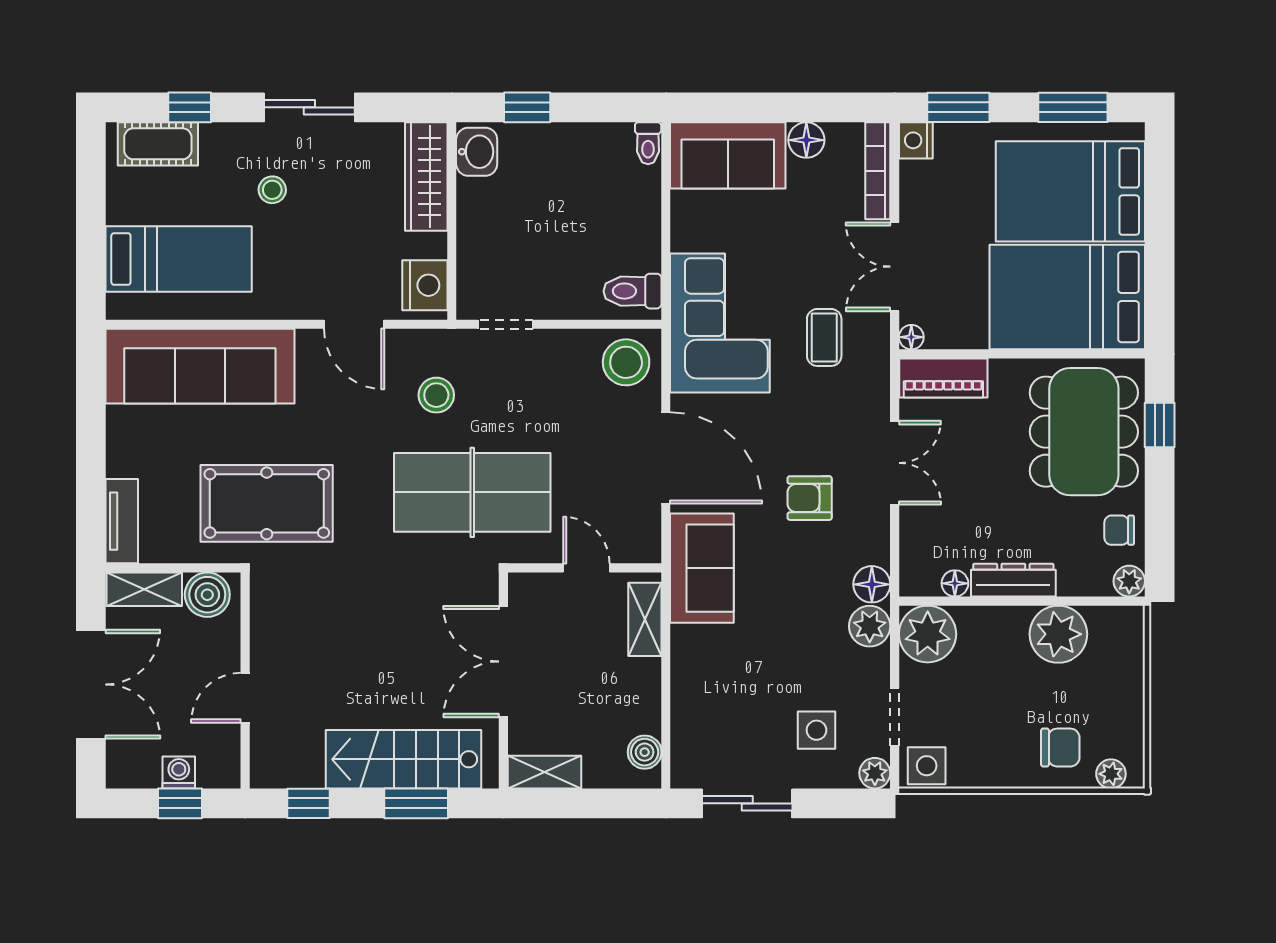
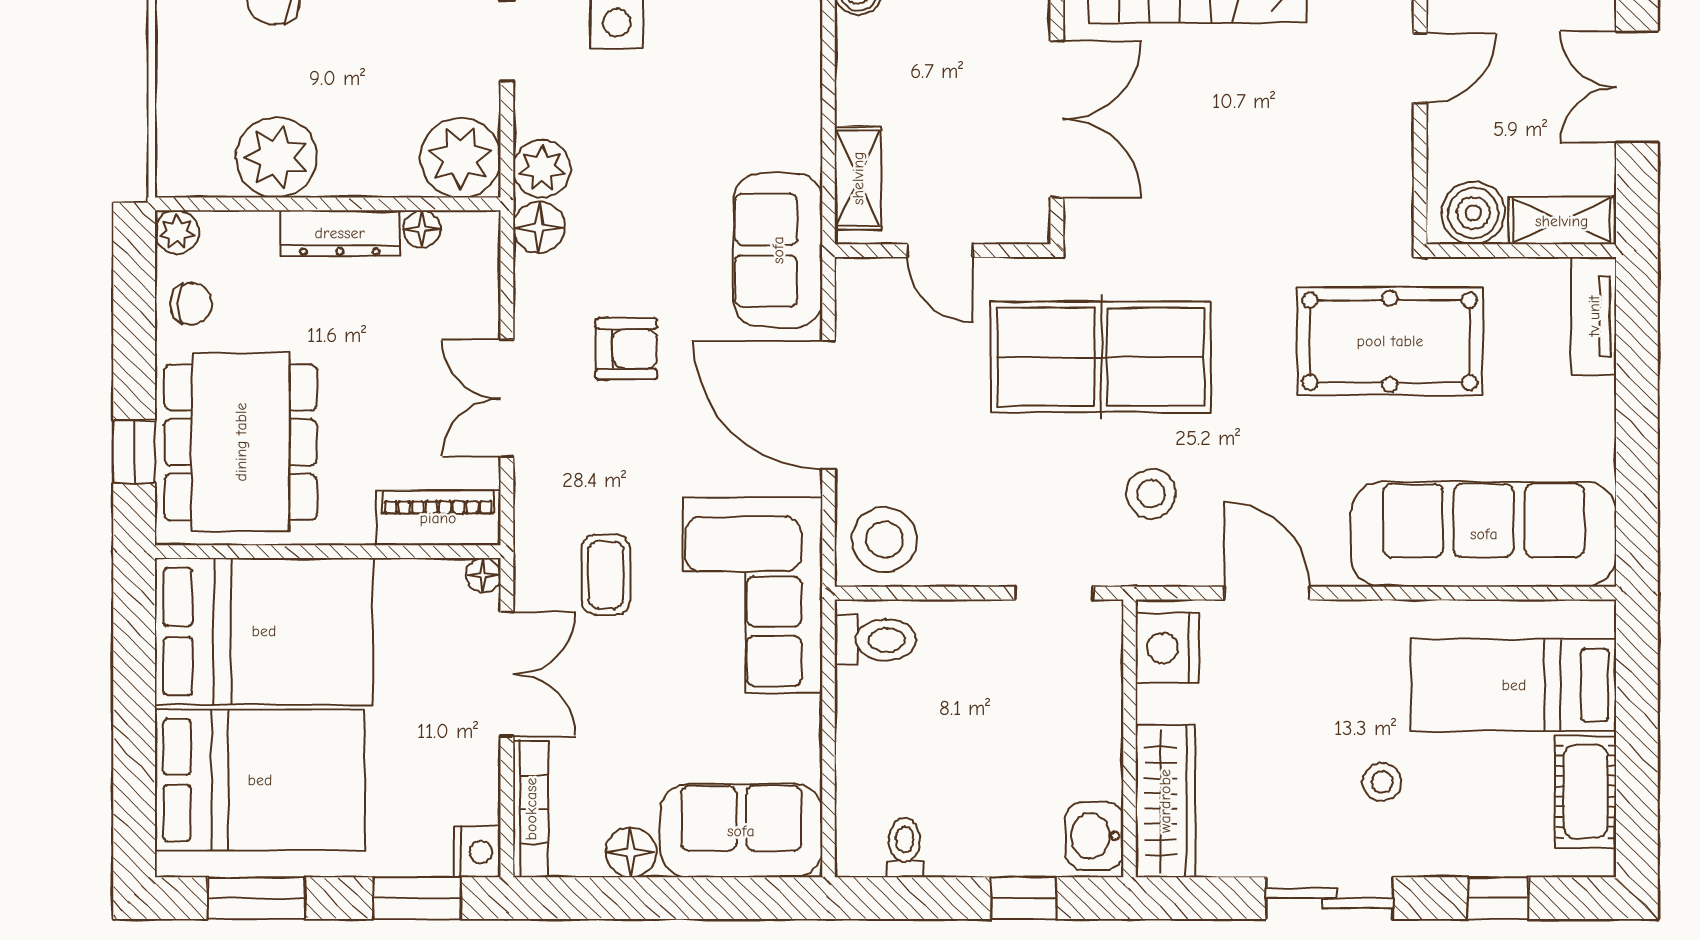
toilet: (648, 143) -> (905, 848), moved
cot: (158, 144) -> (1586, 792), moved, turned 90
double door: (91, 684) -> (1637, 87), width x0.73

